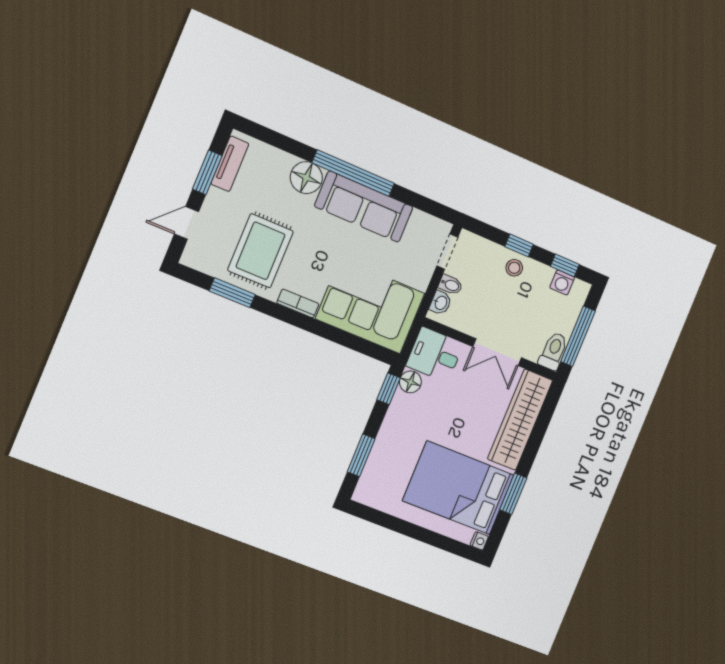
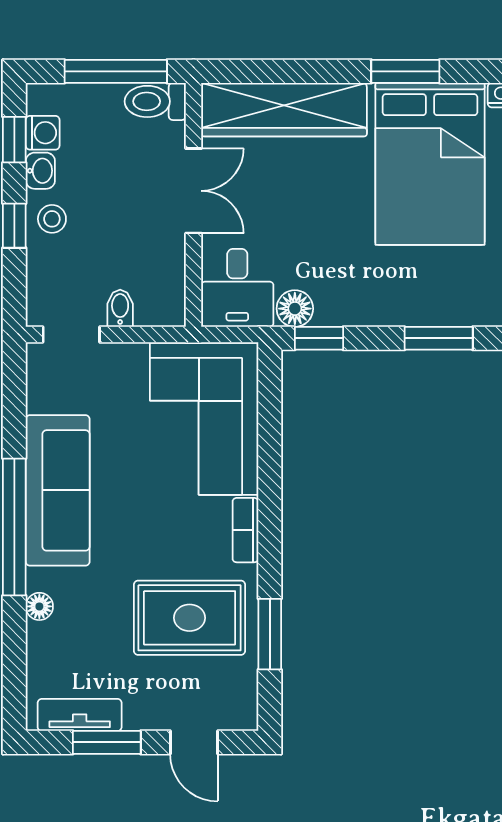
floor lamp: (306, 178) -> (39, 606), width x0.53, depth x0.53
washbasin: (441, 303) -> (40, 171), moved, turned 90

